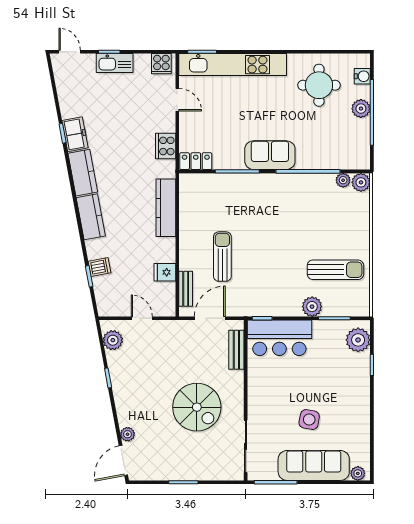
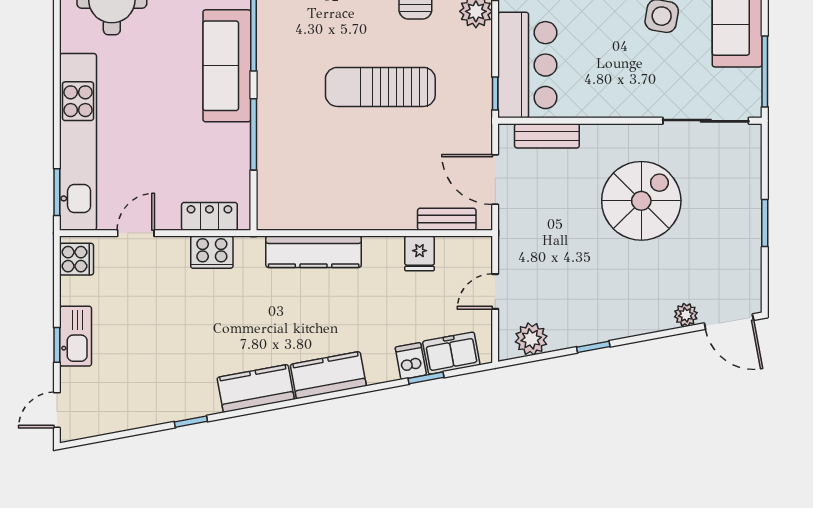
freezer: (75, 134) -> (451, 353), moved
sofa: (270, 155) -> (227, 66), width x1.36
locker: (196, 161) -> (209, 216), moved, turned 90
sun lounger: (222, 257) -> (380, 87), moved, width x1.36, depth x1.34

